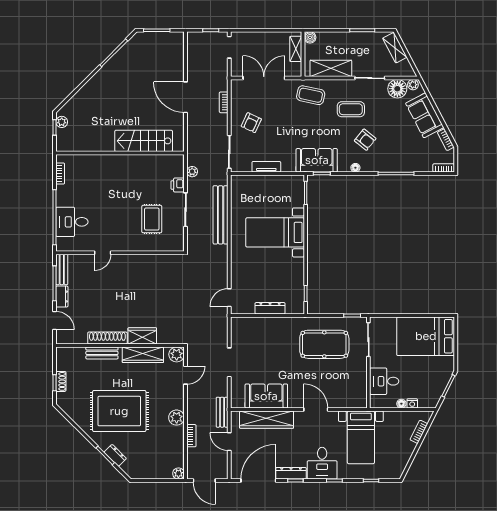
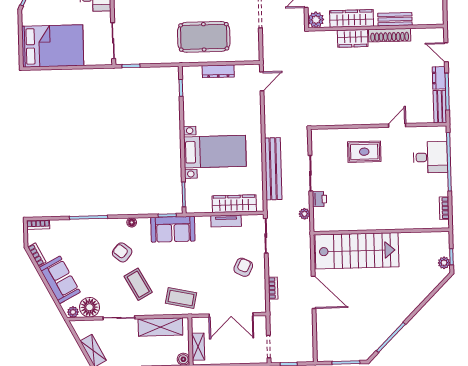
coffee table: (351, 109) -> (138, 284), turned 61
stairs: (144, 141) -> (357, 251), width x1.36, depth x1.51
wardrobe: (258, 183) -> (234, 204), added
rug: (152, 219) -> (364, 152), moved, turned 90
pool table: (324, 344) -> (204, 37), moved

